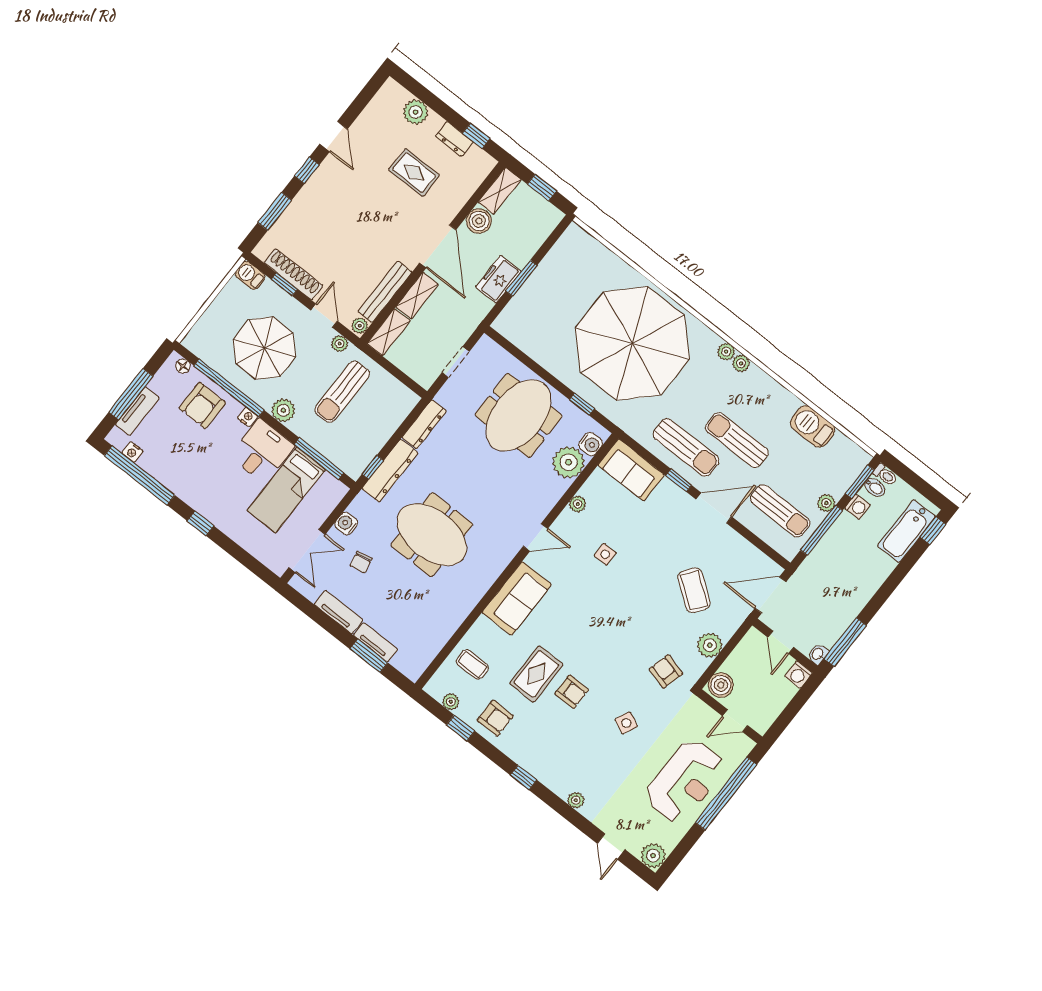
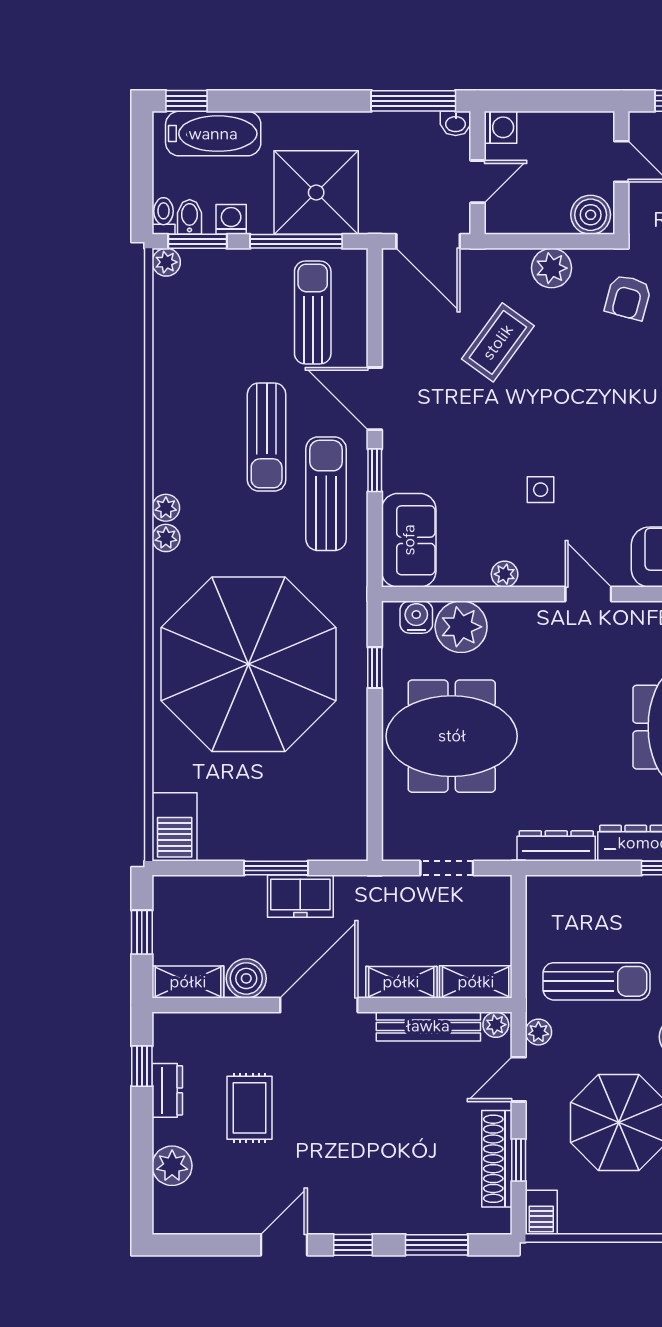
barbecue: (813, 426) -> (175, 827), moved
plant: (826, 503) -> (166, 262), moved
shower: (838, 559) -> (316, 193), added

